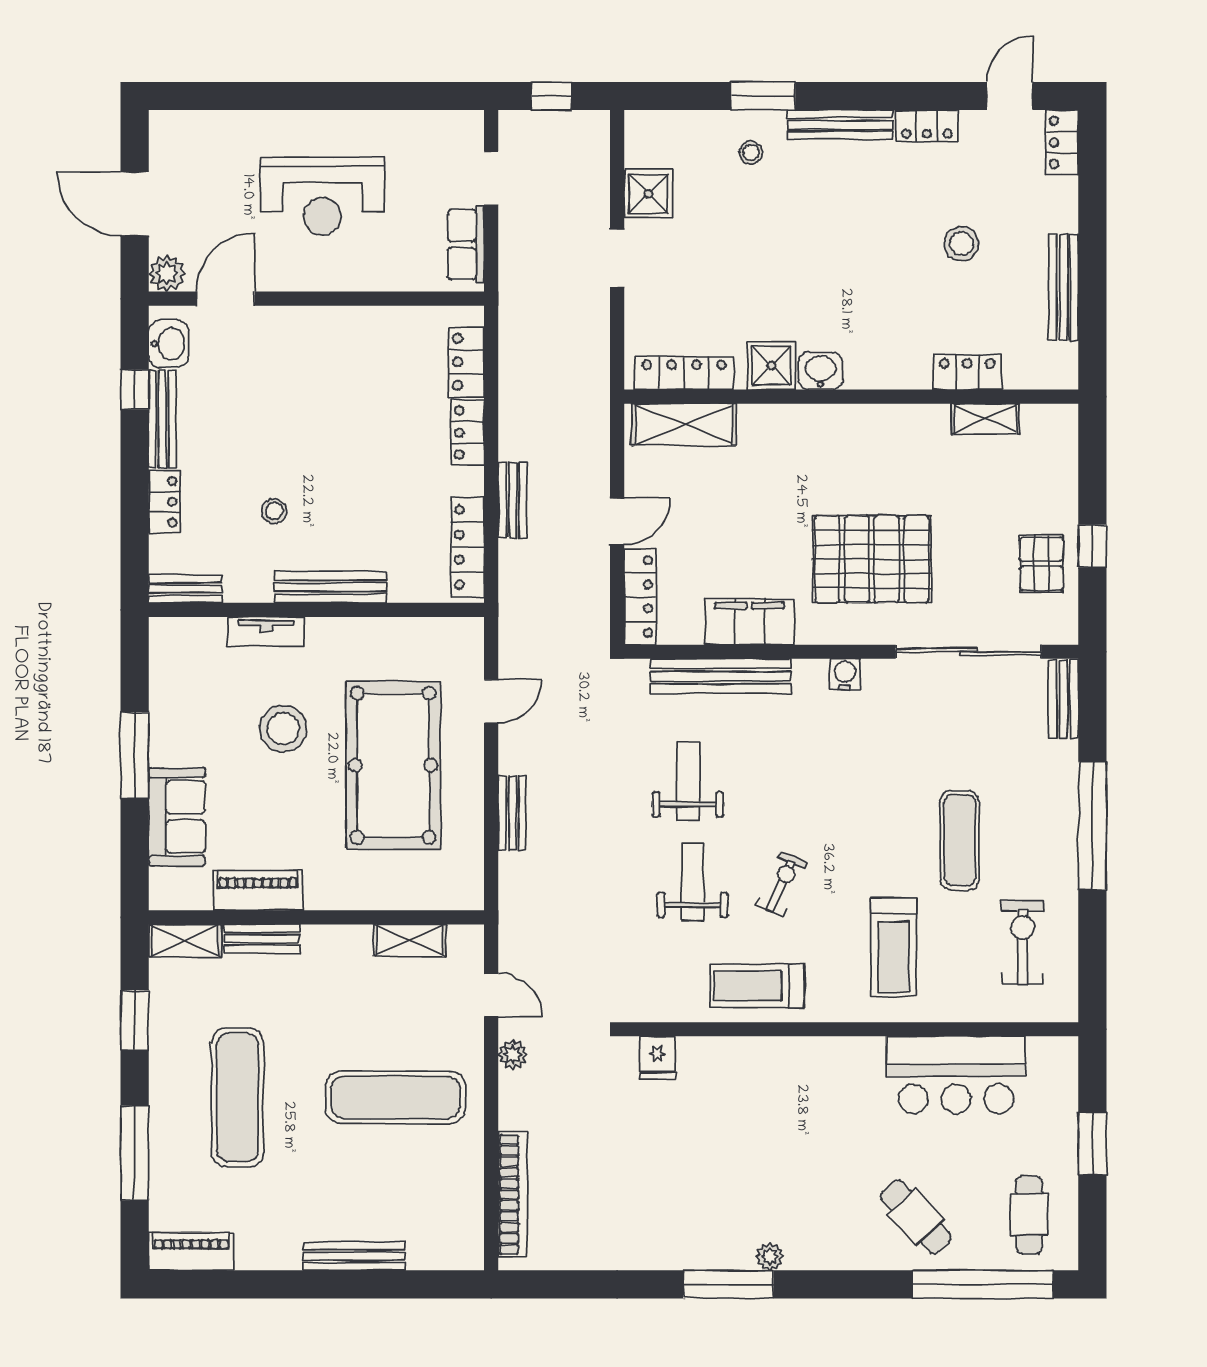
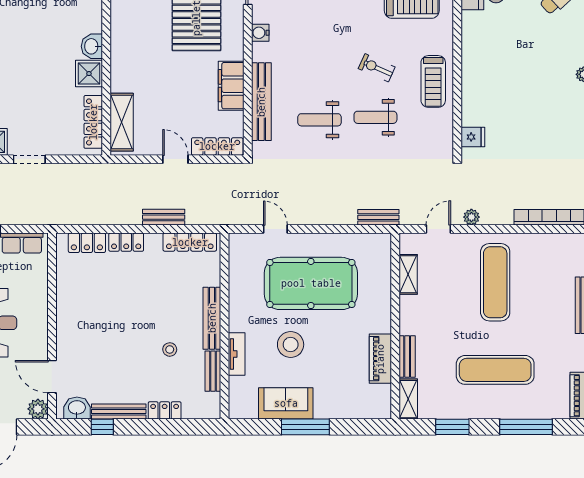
bench: (185, 589) -> (213, 371), moved
bench: (512, 813) -> (378, 217), moved
sofa: (177, 817) -> (286, 403), moved

